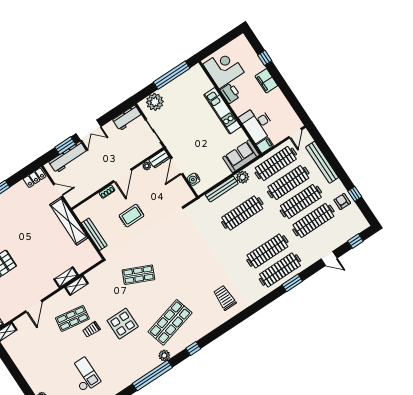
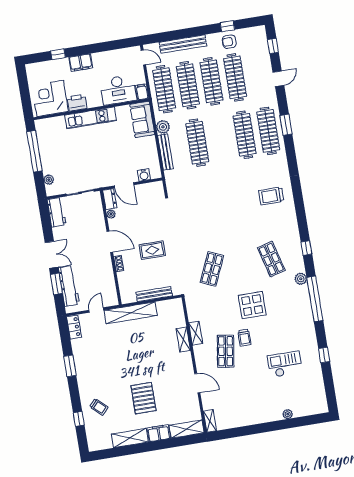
plant: (155, 102) -> (49, 180), width x0.53, depth x0.53
rug: (131, 216) -> (152, 250), turned 90
shop shelf: (170, 322) -> (271, 259), width x0.70, depth x0.74

